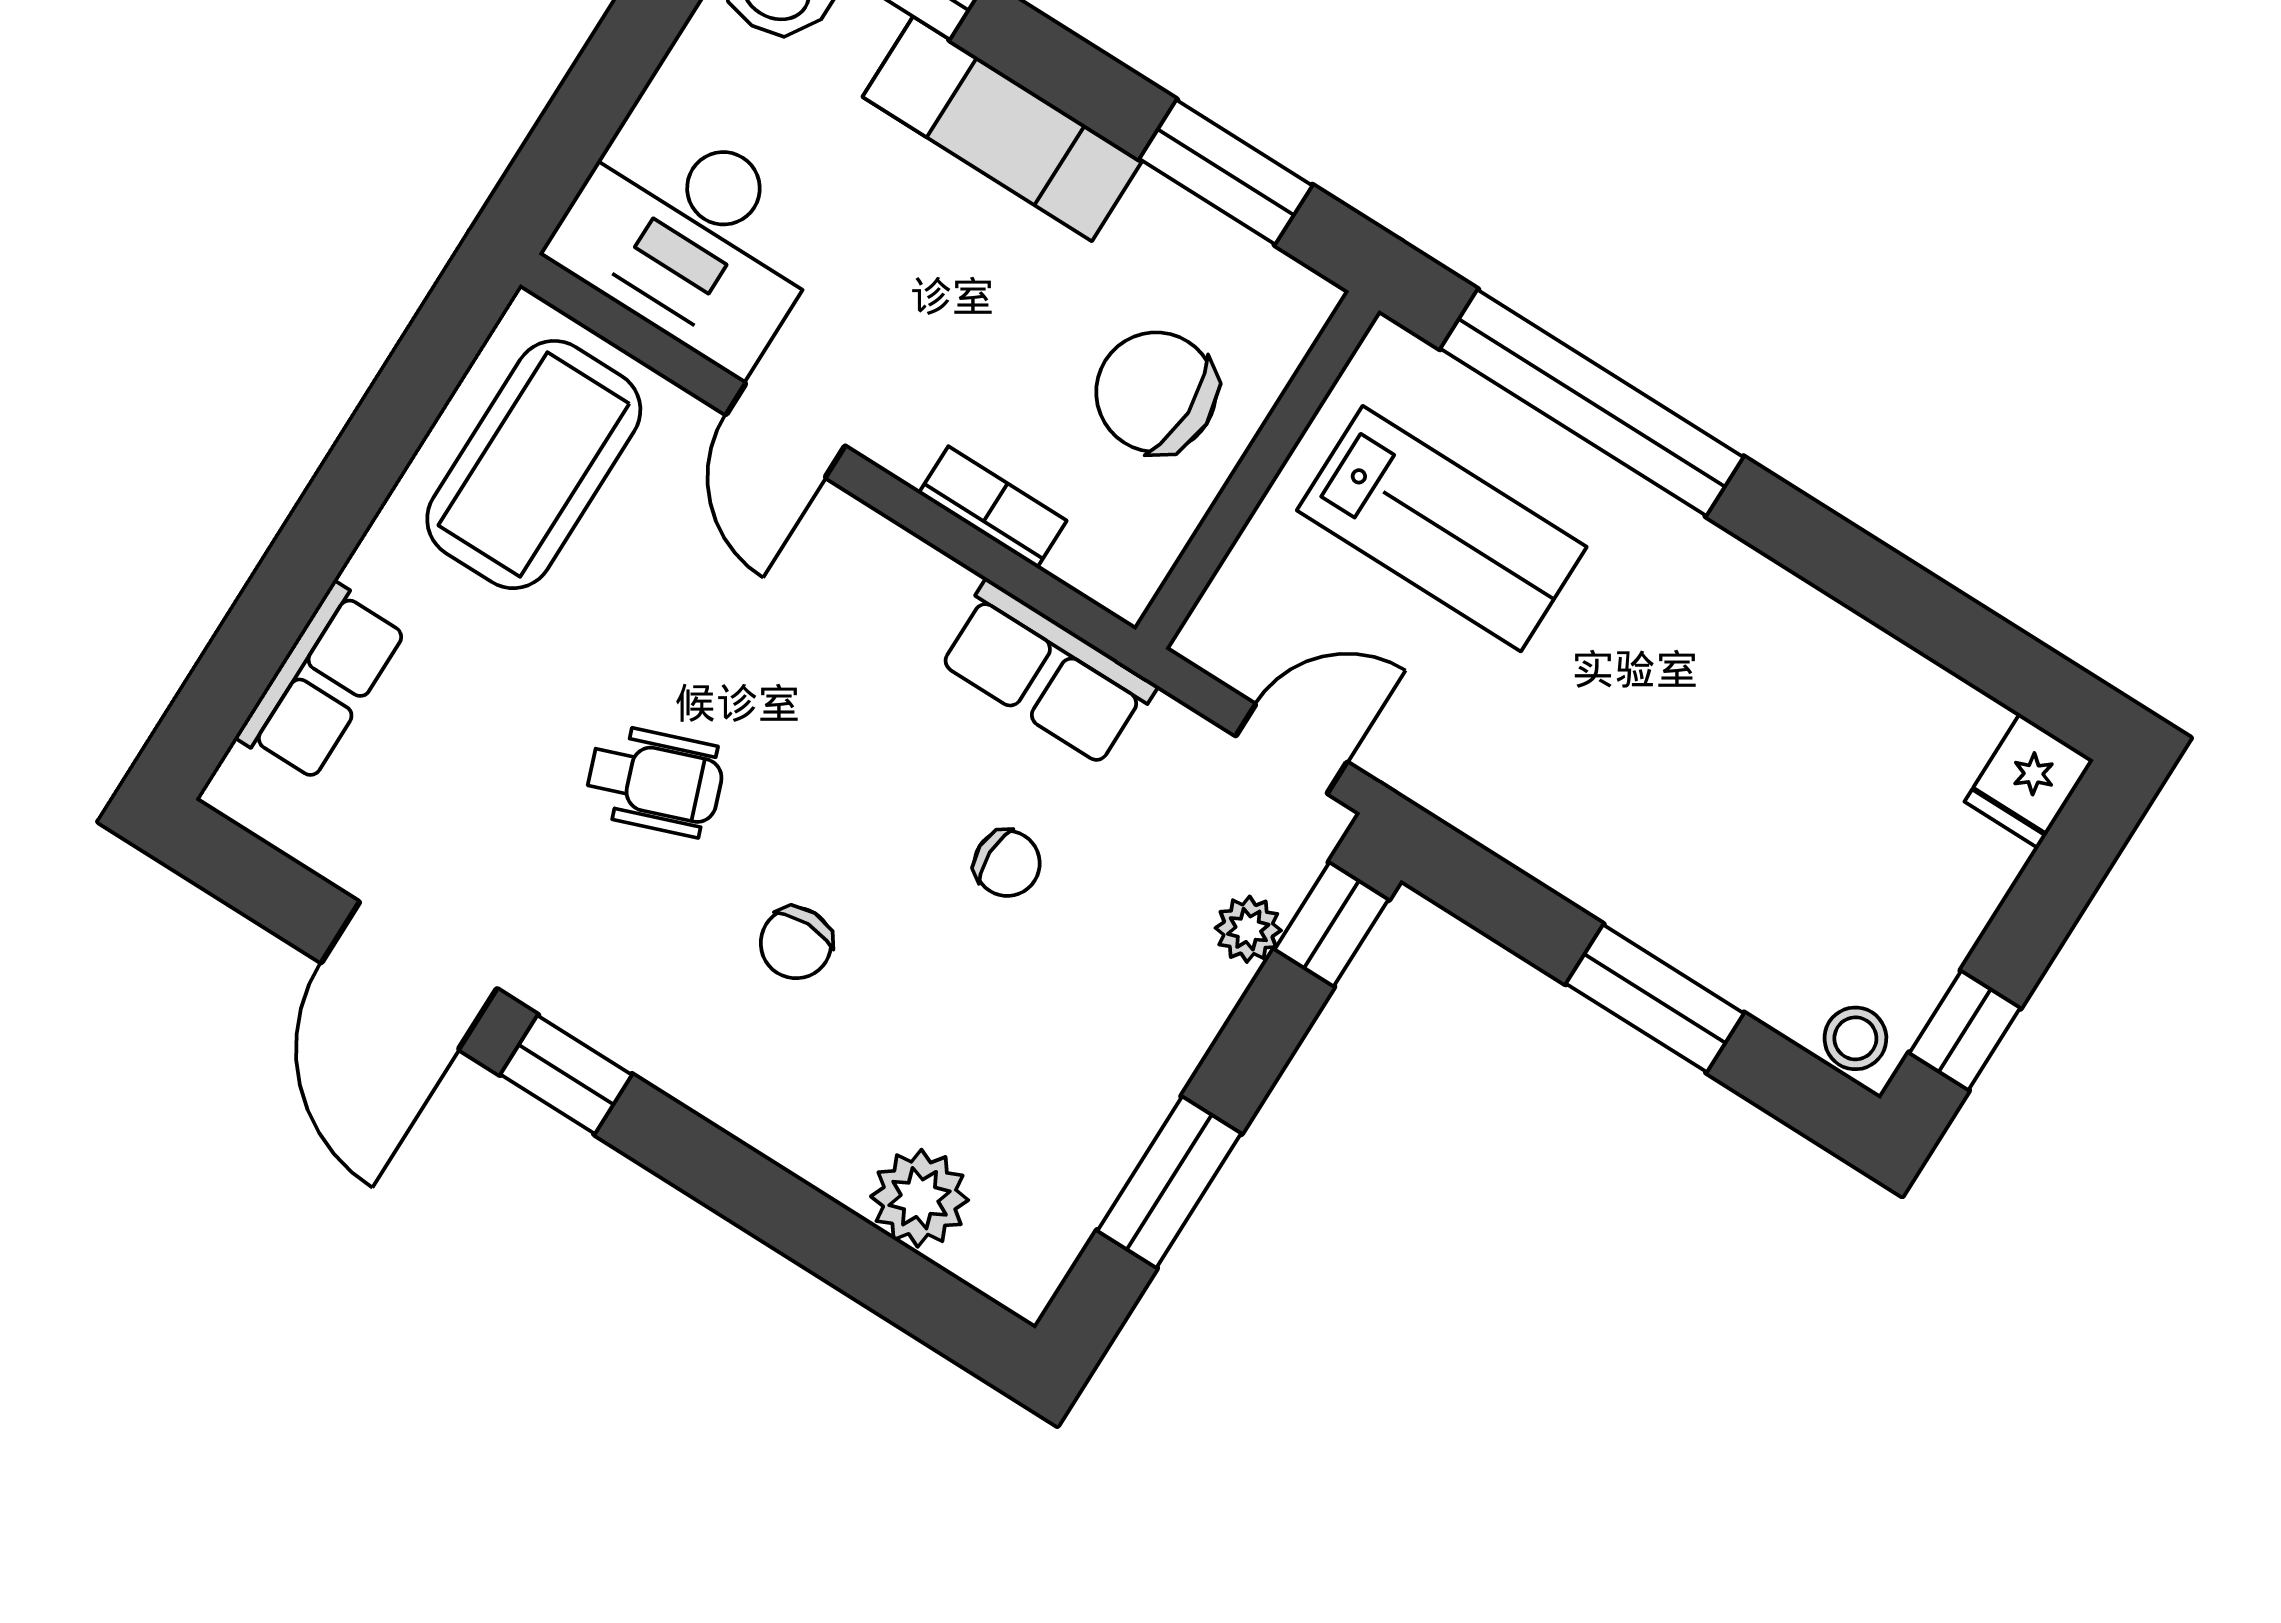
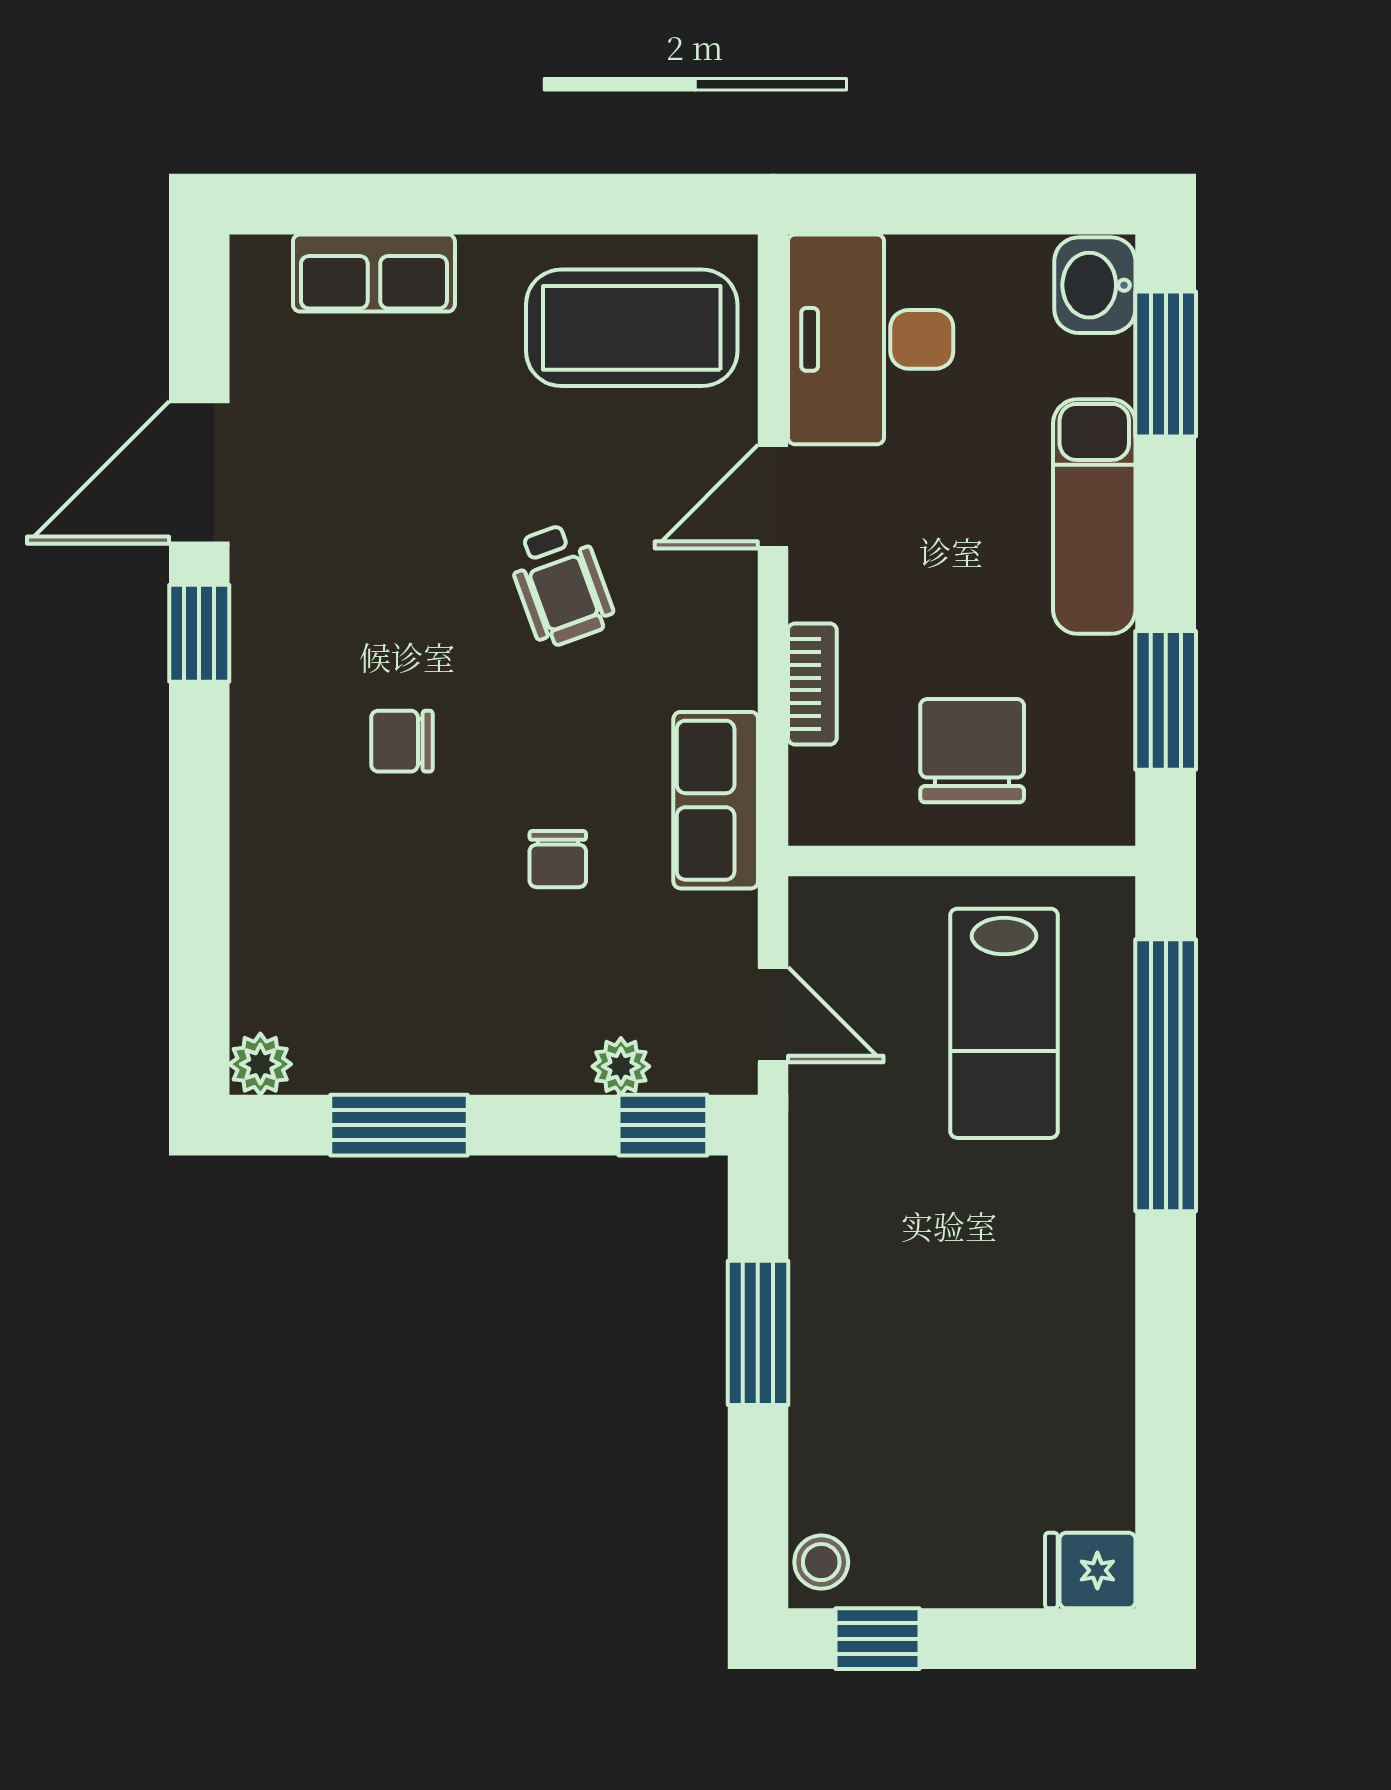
wheelchair: (655, 781) -> (561, 585), moved
window: (1655, 998) -> (758, 1333), moved
plant: (920, 1198) -> (260, 1064), moved, width x0.73, depth x0.73

